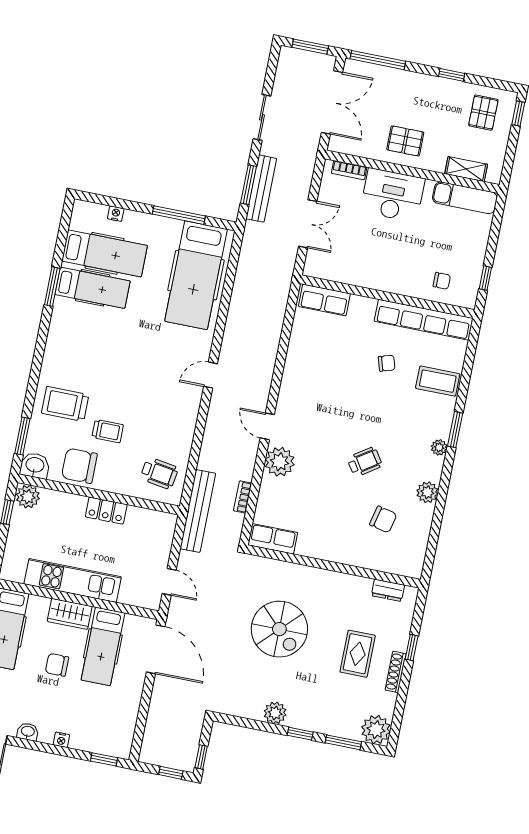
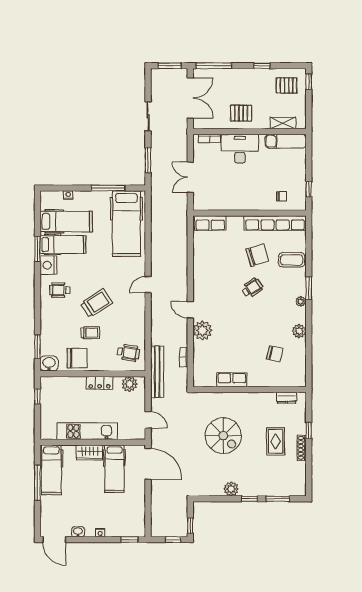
pallet: (483, 113) -> (287, 85), turned 90
bench: (261, 189) -> (157, 161), removed
double door: (308, 224) -> (190, 177), swing flipped
nightstand: (64, 315) -> (48, 265), added
wheelchair: (74, 356) -> (60, 290), added
chair: (387, 363) -> (257, 255), width x1.87, depth x1.87
trolley: (65, 404) -> (96, 303), moved, turned 147
wheelchair: (365, 462) -> (252, 288), moved
chair: (79, 466) -> (77, 358), turned 180
plant: (28, 497) -> (130, 384), moved
row of seats: (273, 539) -> (232, 380), moved
chair: (57, 665) -> (88, 486), removed
plant: (376, 730) -> (297, 487), removed

